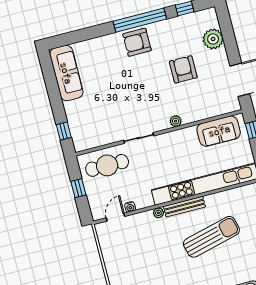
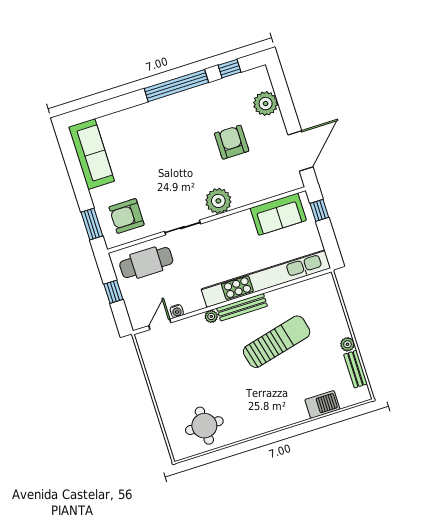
armchair: (137, 42) -> (127, 216), moved
plant: (176, 121) -> (218, 201), width x1.87, depth x1.87
window: (64, 131) -> (92, 224), width x1.50

